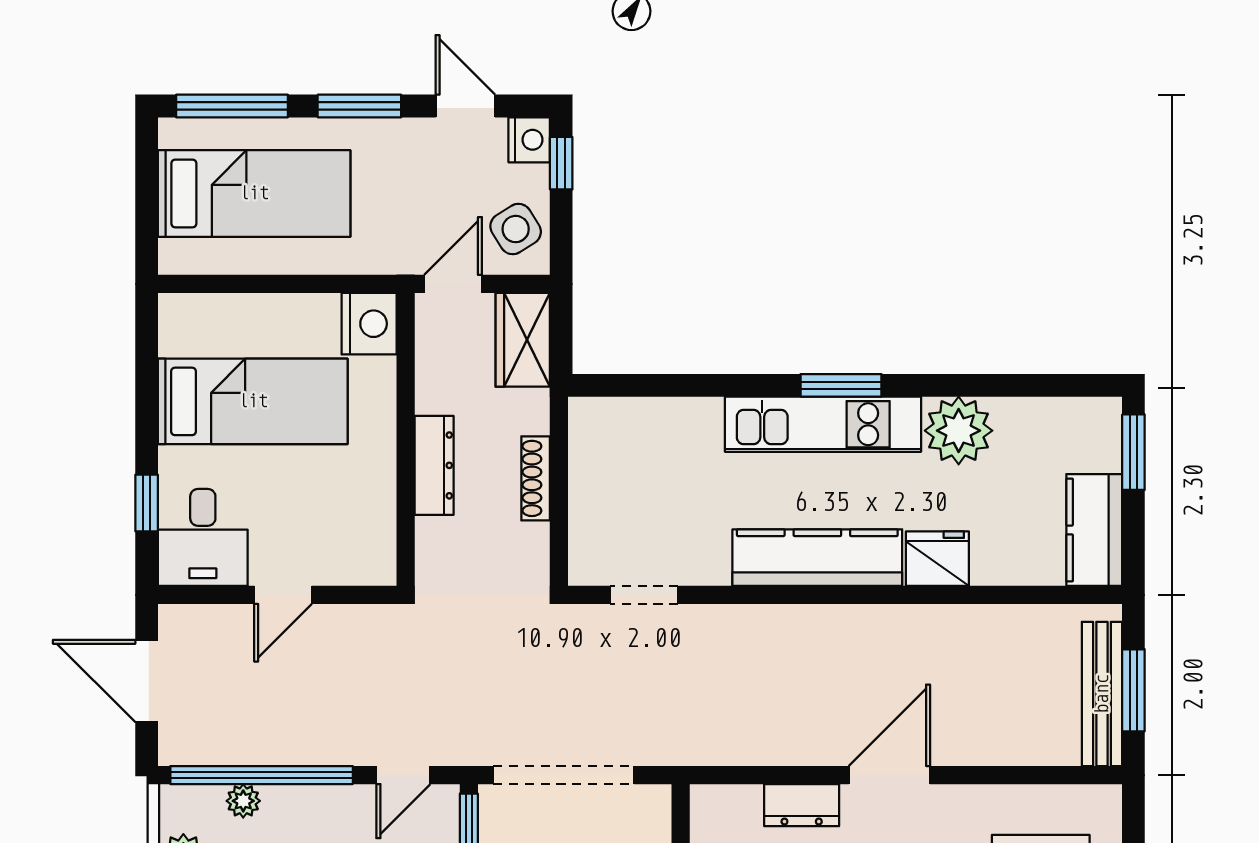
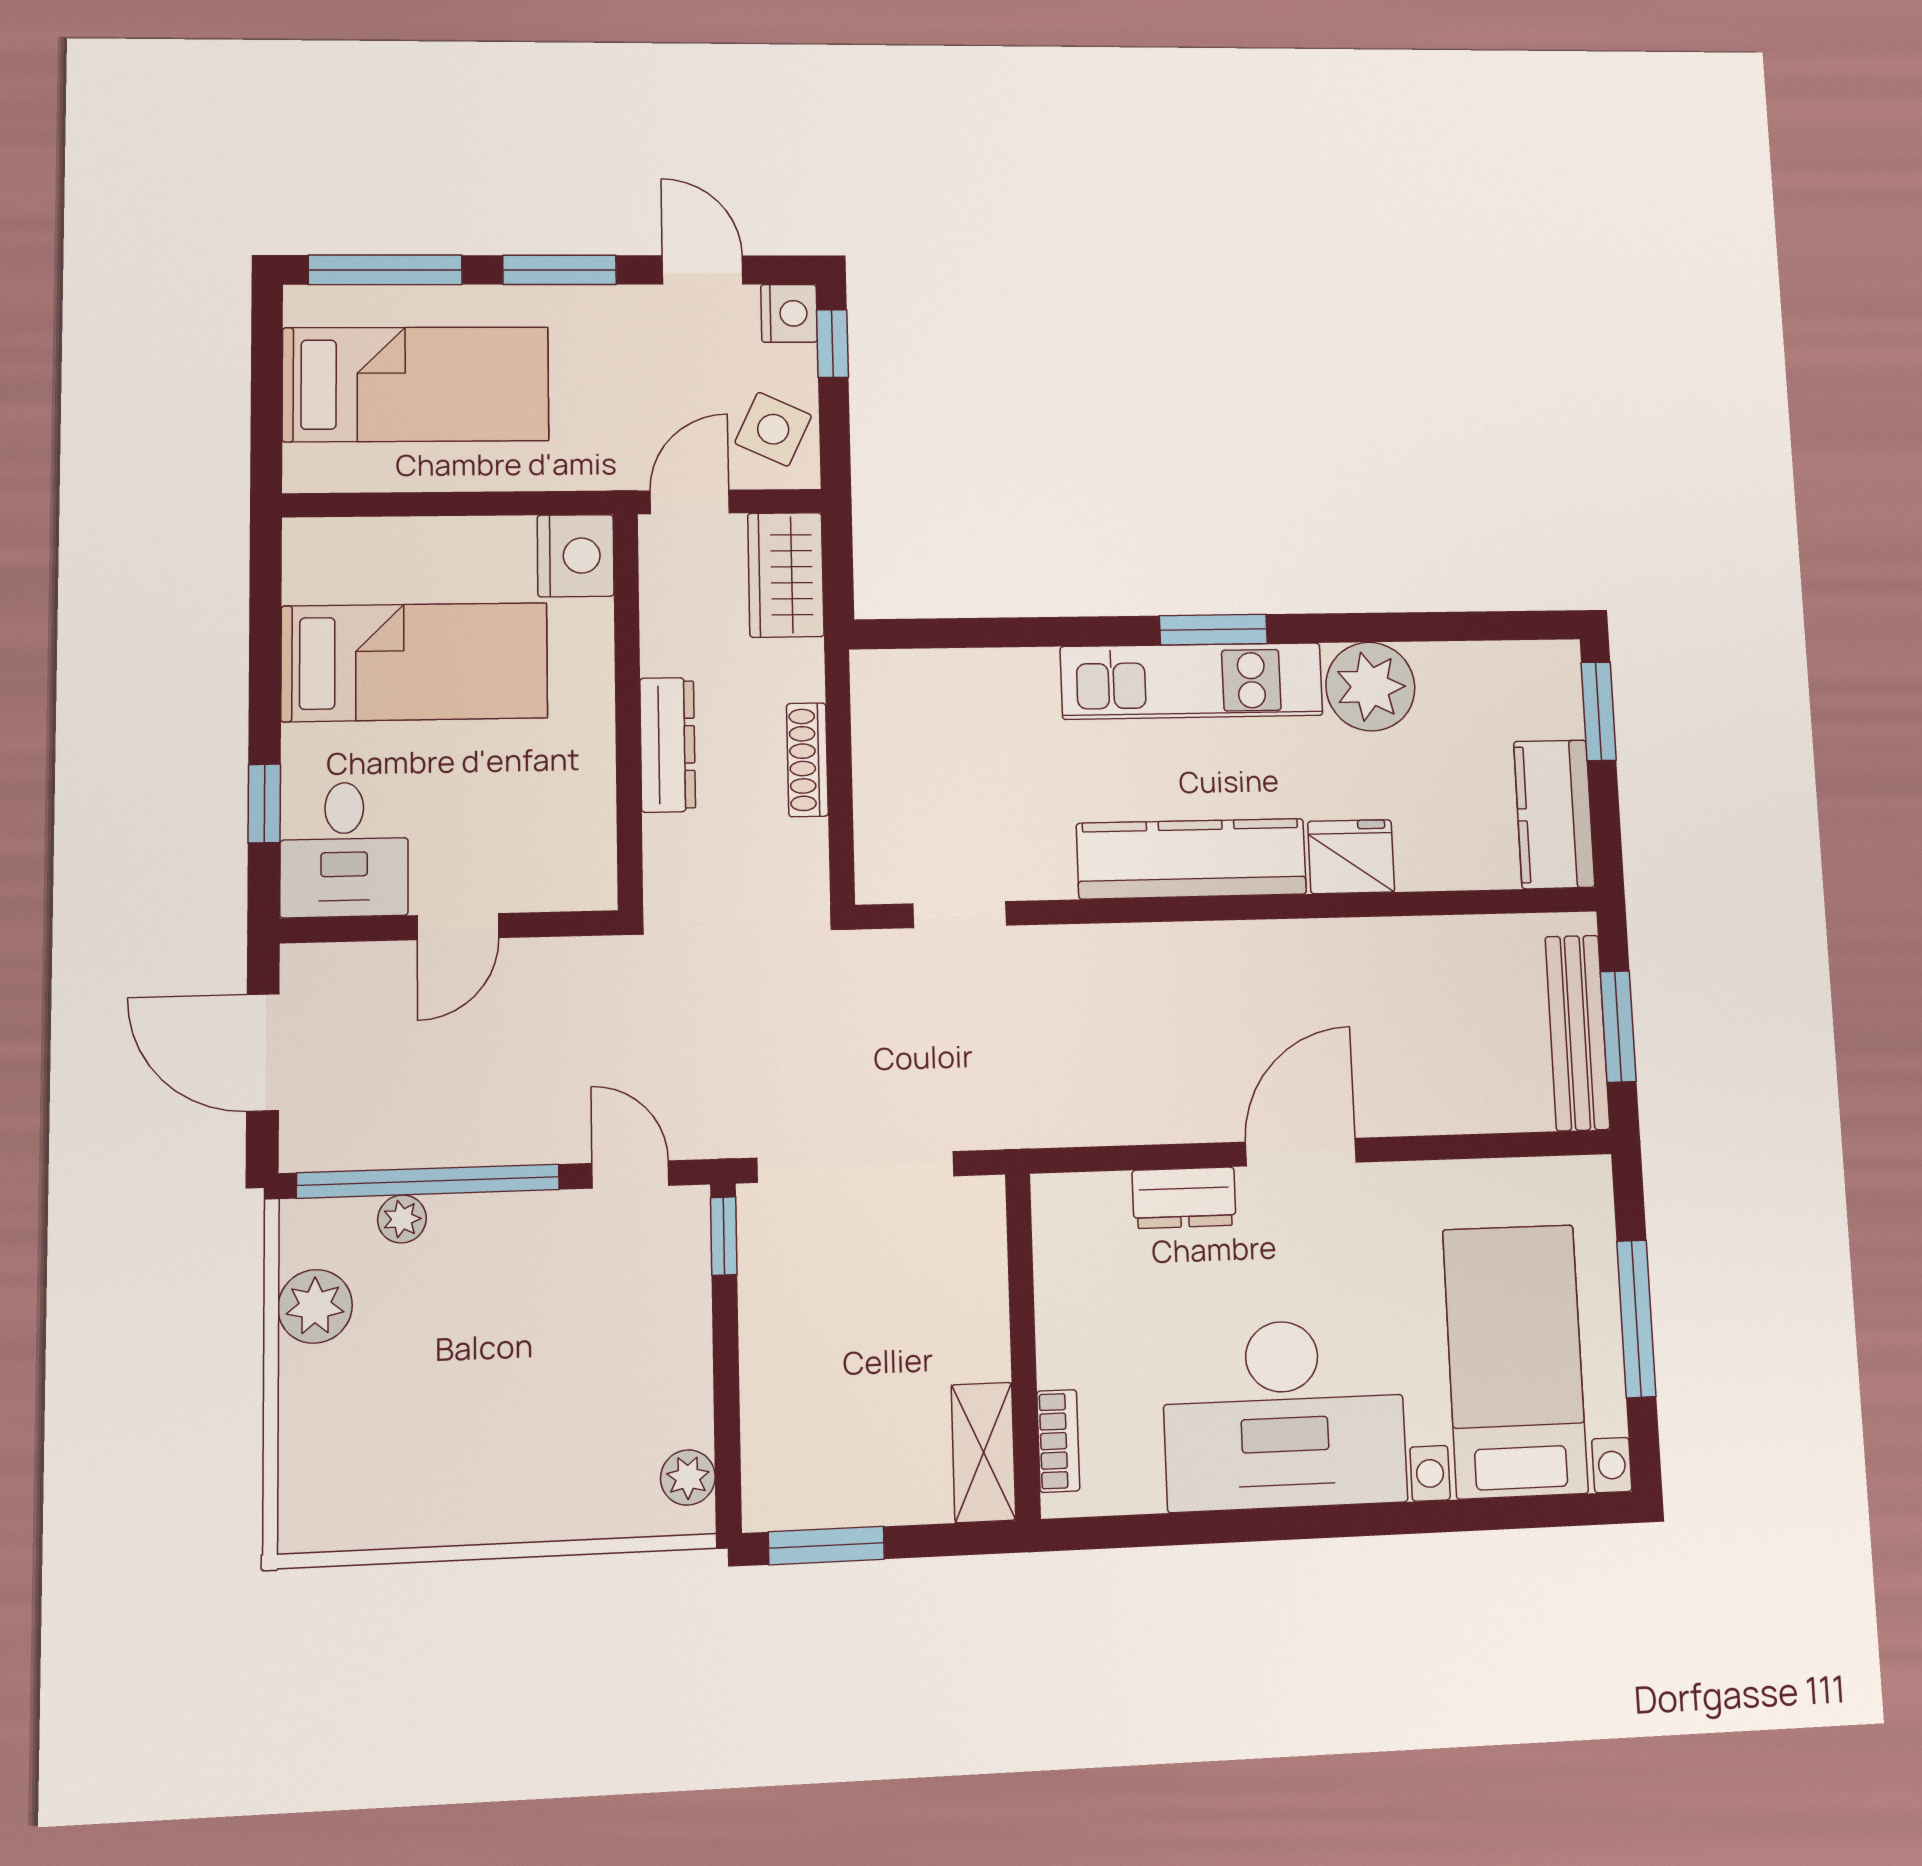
side table: (516, 229) -> (773, 429), turned -33
door: (403, 775) -> (630, 1174), swing flipped

